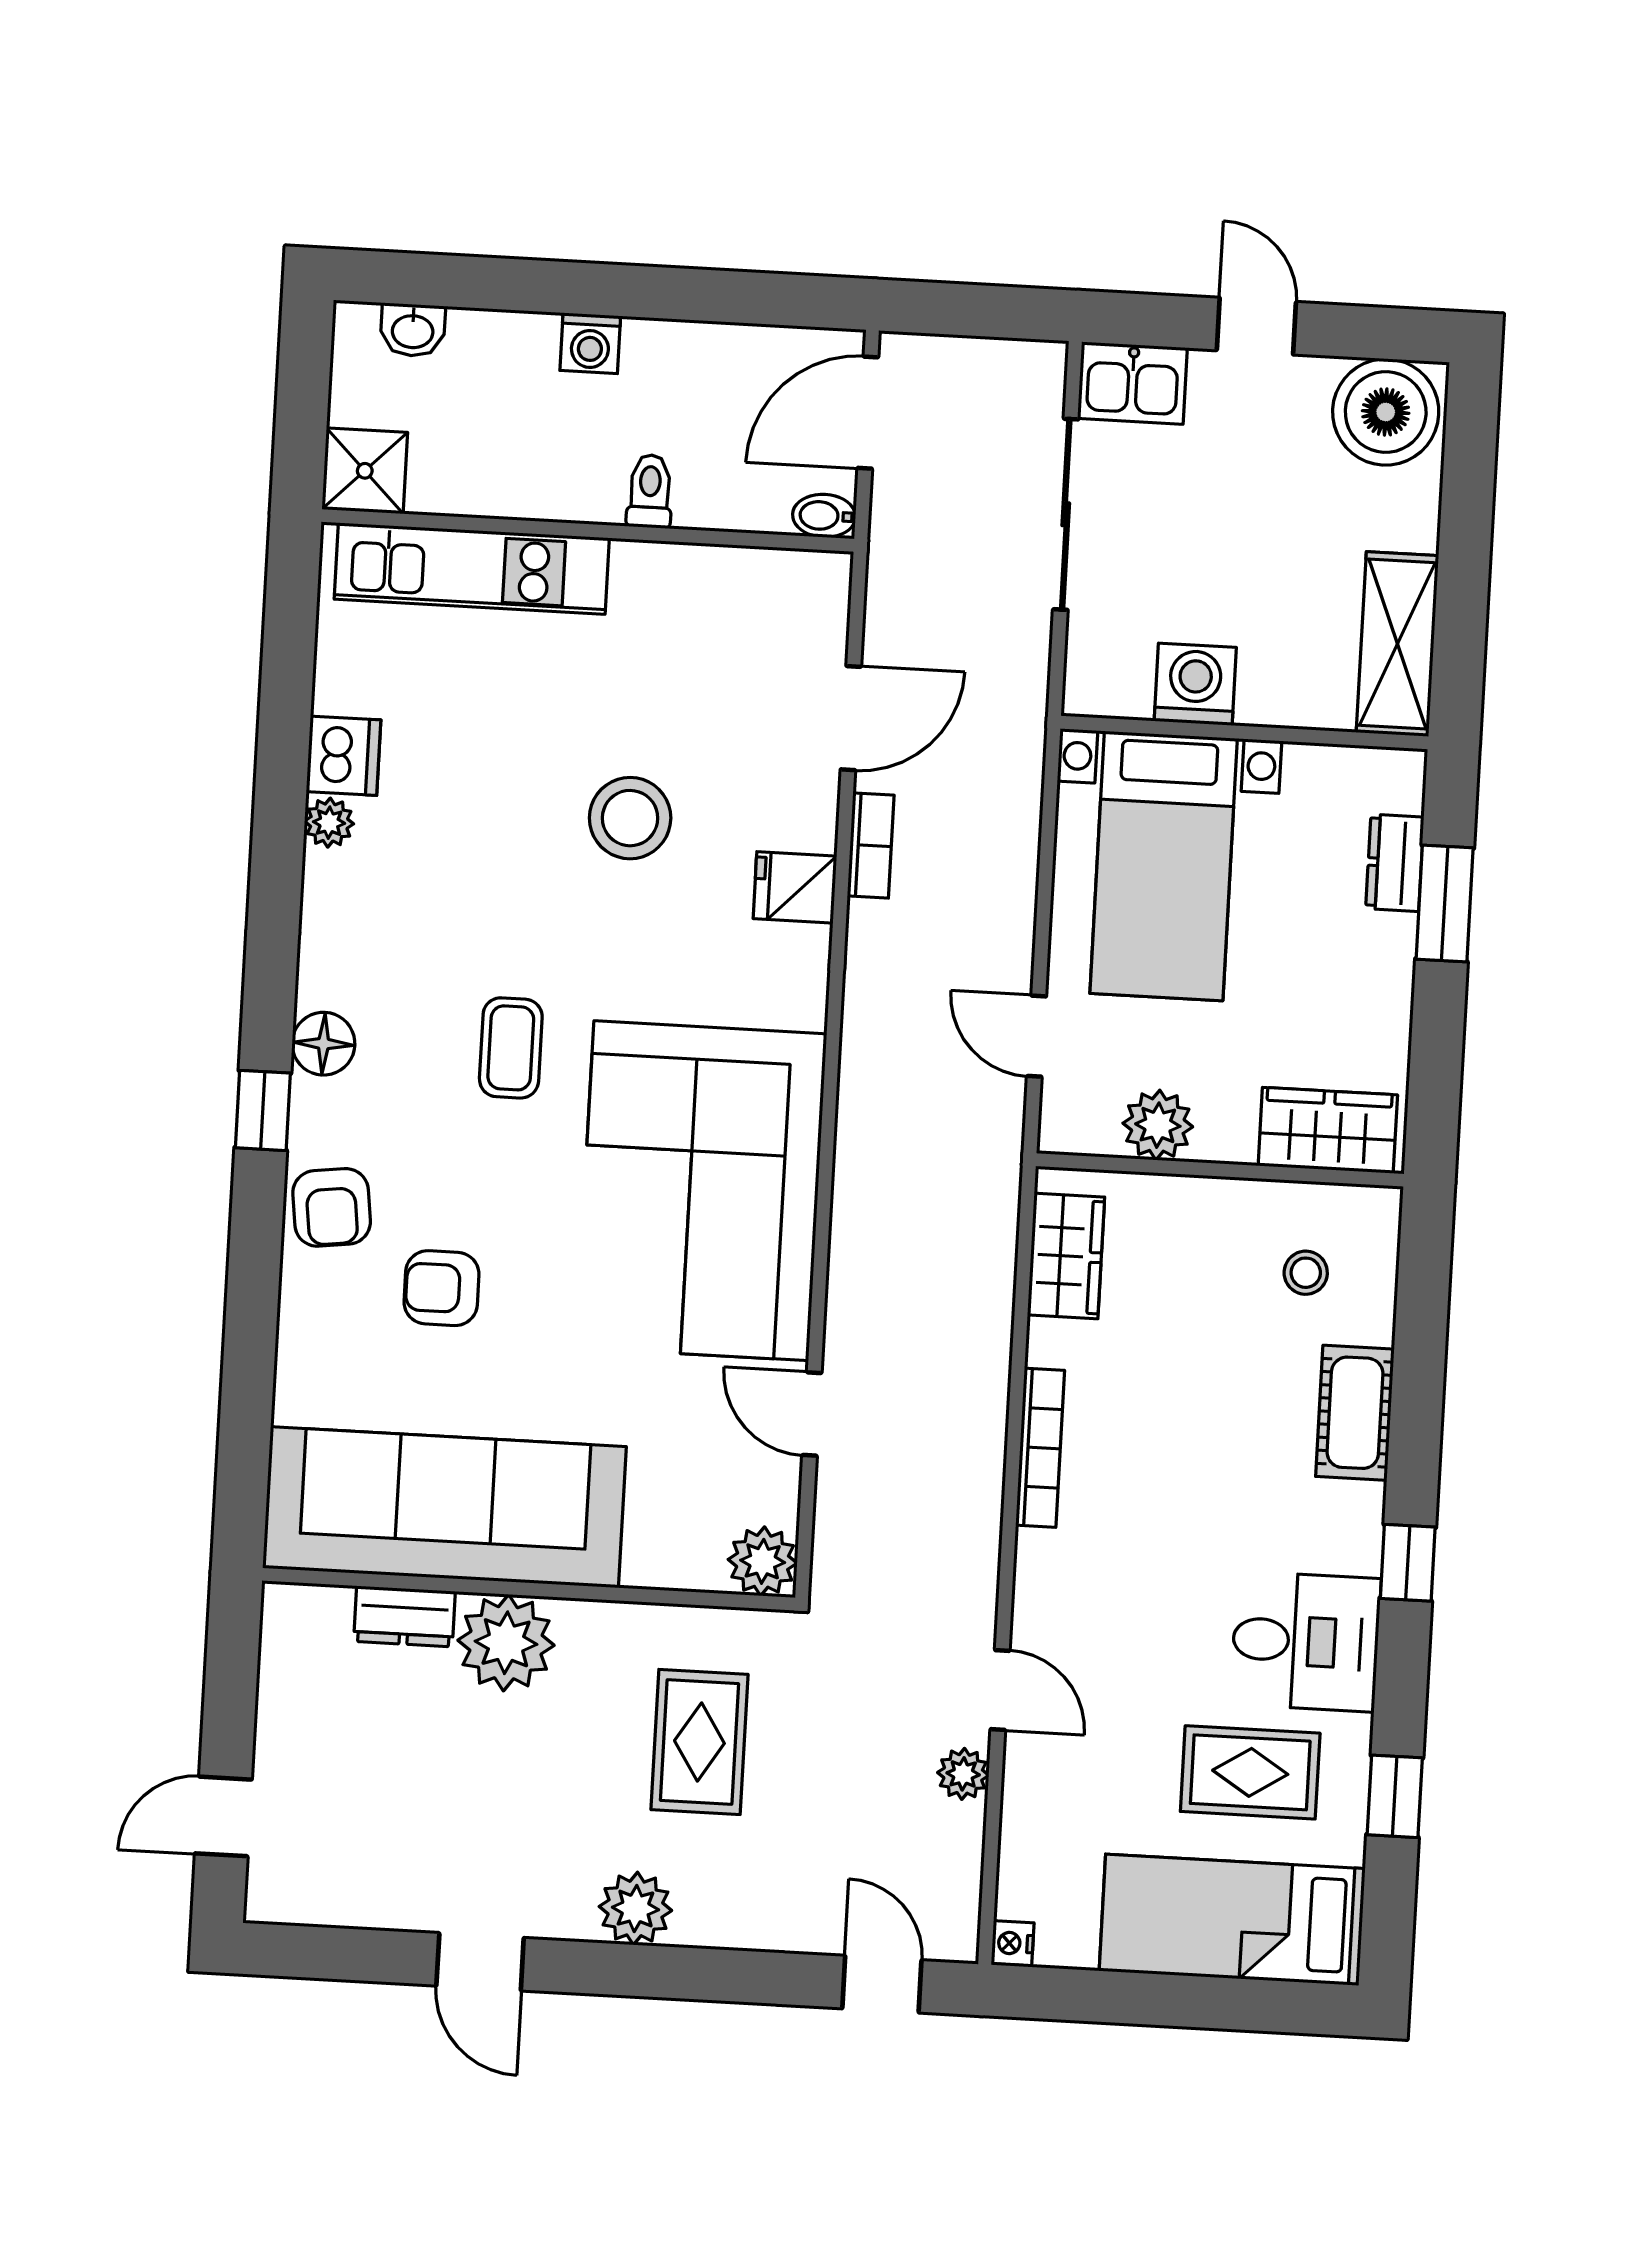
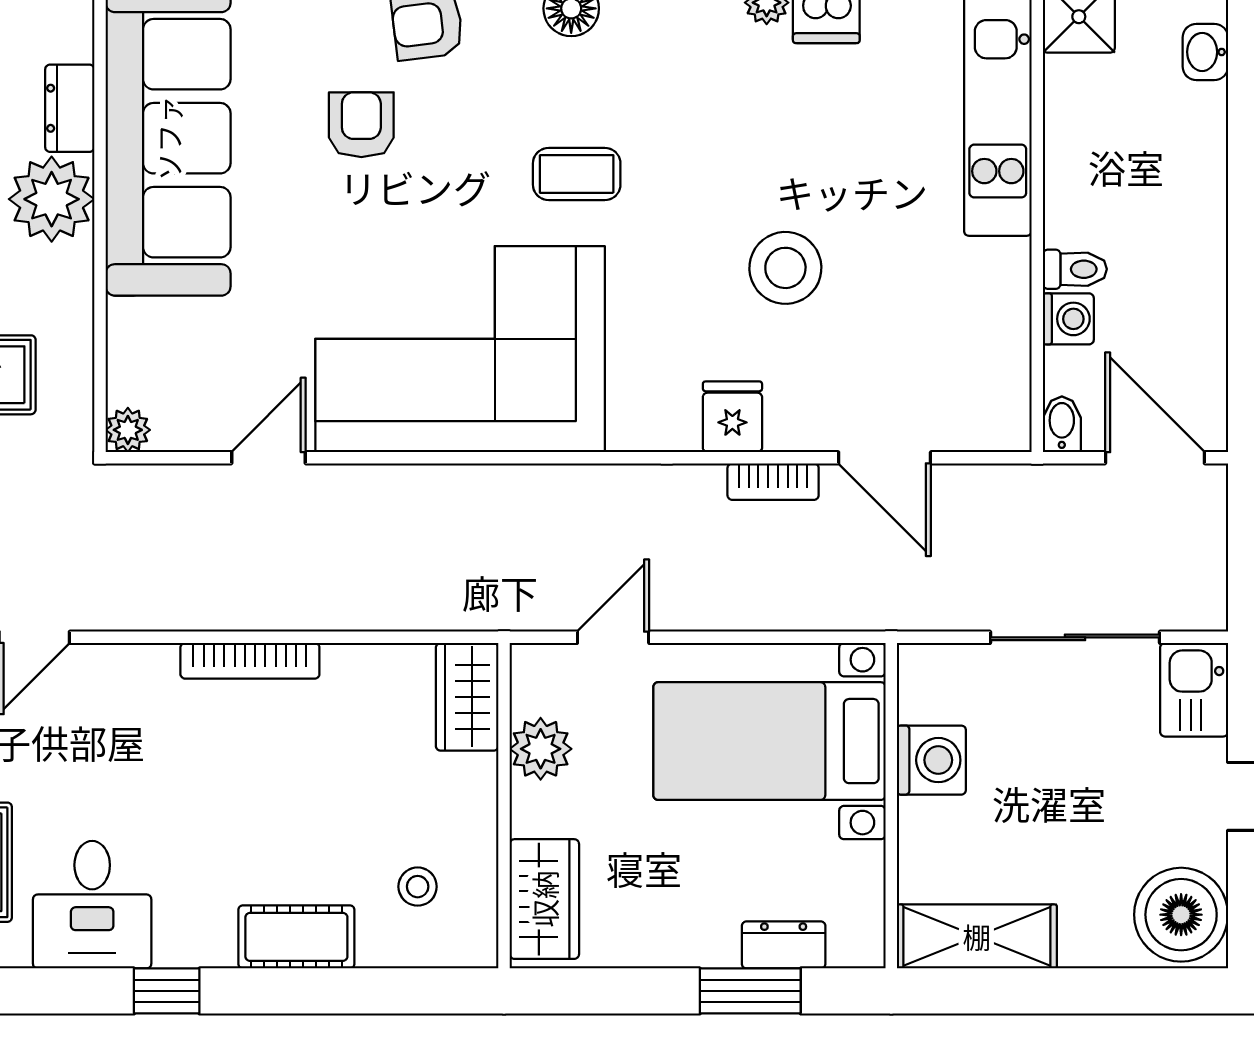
washing machine: (590, 343) -> (1068, 319), moved, turned 180
wardrobe: (1066, 1256) -> (467, 697), moved, turned 90
plant: (763, 1561) -> (128, 430), width x0.73, depth x0.73

